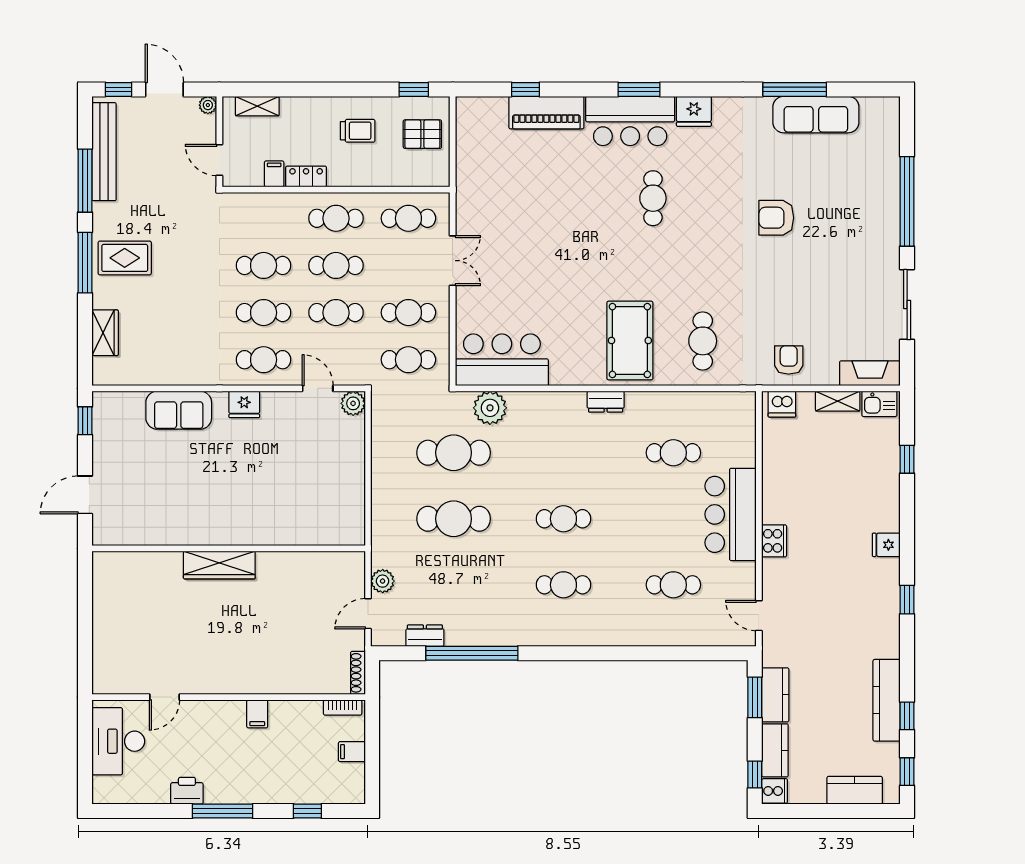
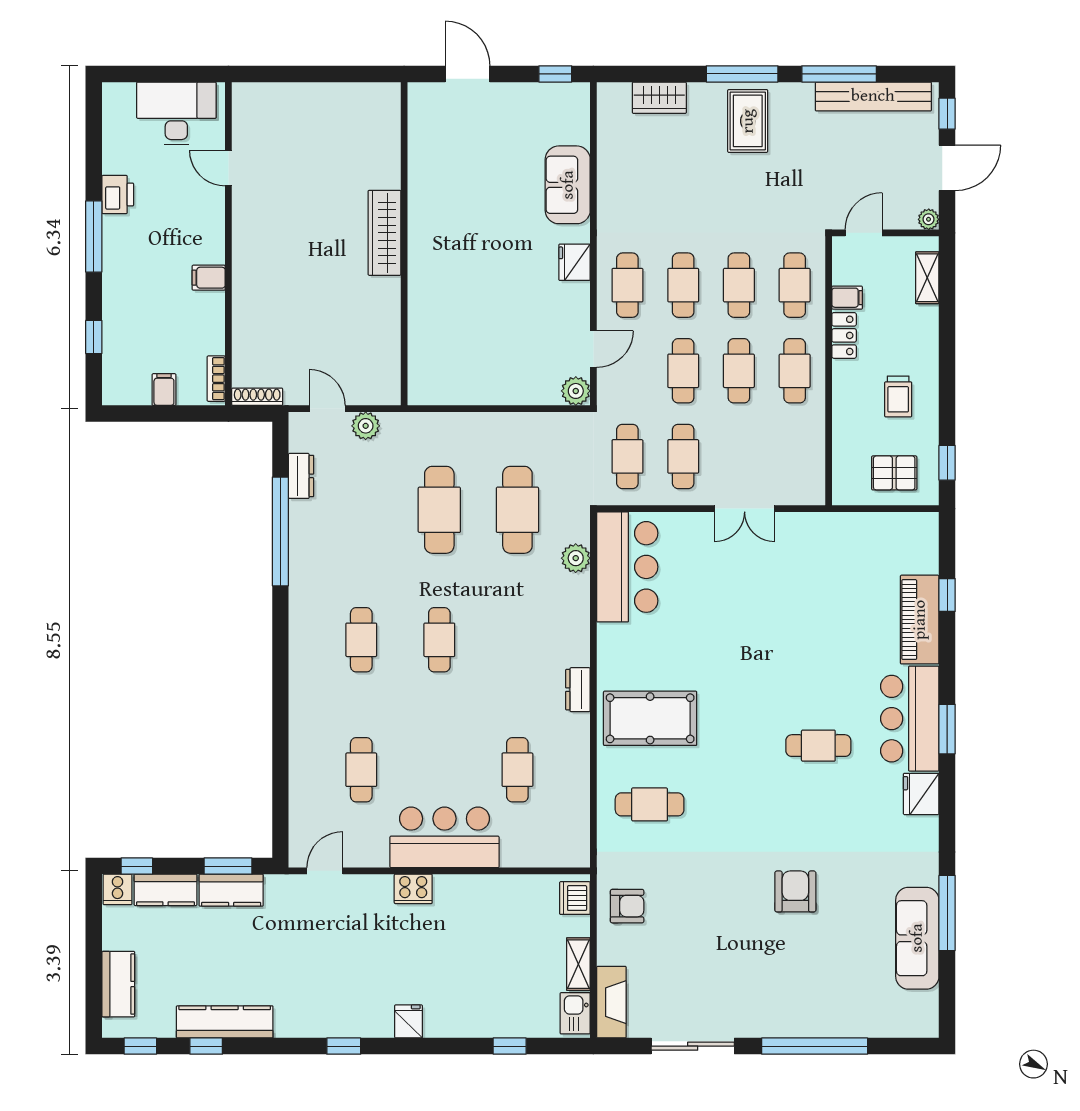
pallet: (422, 134) -> (894, 473), turned 90
cafe table: (408, 218) -> (795, 285), moved
plant: (490, 408) -> (576, 558), width x0.73, depth x0.73

